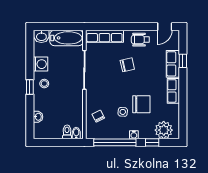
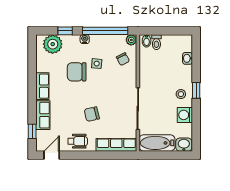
window: (183, 61) -> (32, 131), moved
plant: (91, 134) -> (131, 40), added

